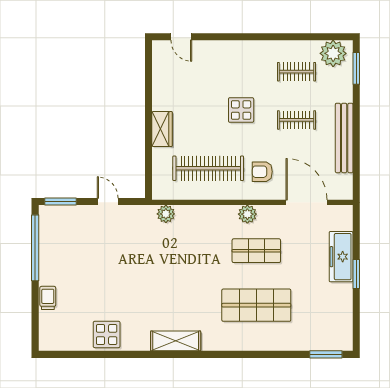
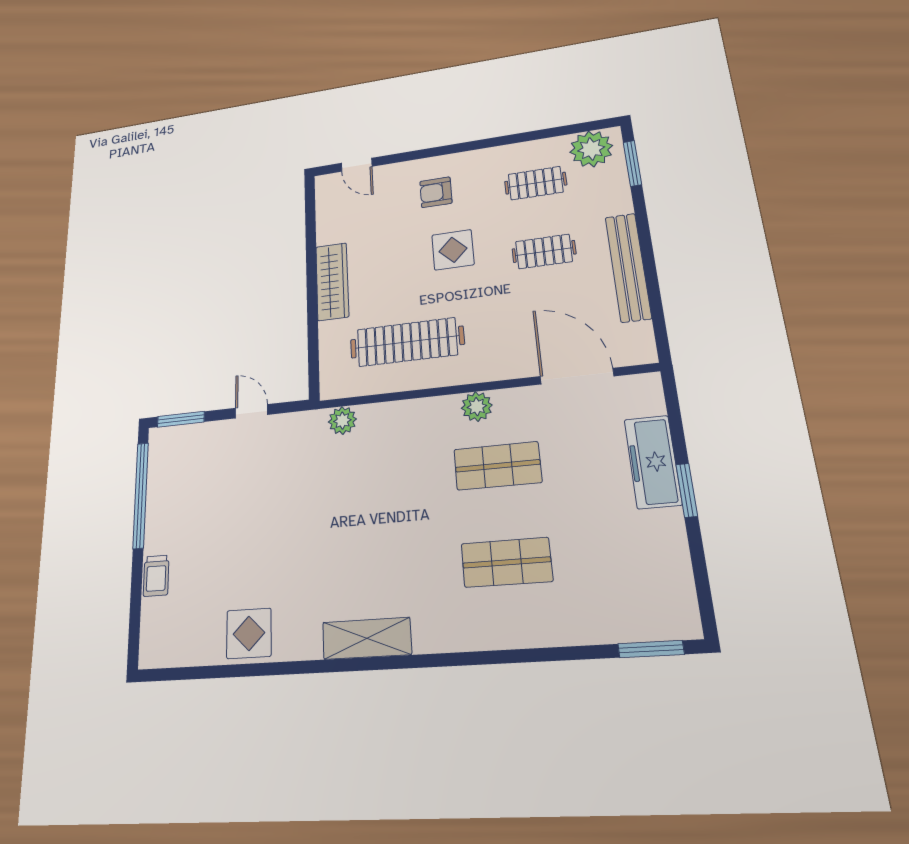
wardrobe: (162, 129) -> (332, 281), width x1.50
armchair: (262, 172) -> (436, 192), moved
trolley: (48, 298) -> (156, 576), turned 180
shop shelf: (256, 305) -> (507, 562), width x0.70, depth x0.74

